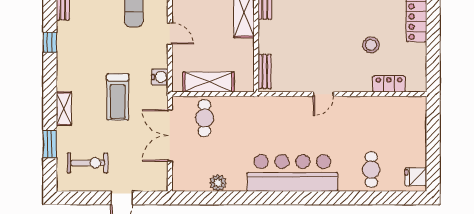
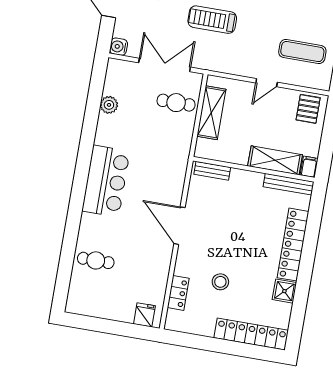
water cooler: (160, 77) -> (119, 47), moved, turned 90
door: (323, 94) -> (179, 226), width x1.87
bar counter: (292, 173) -> (106, 181), width x0.73
fridge: (416, 177) -> (144, 315), moved

